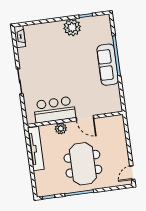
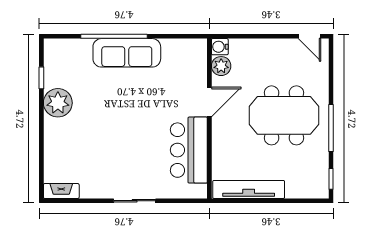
water cooler: (119, 120) -> (220, 47), added
plant: (61, 128) -> (221, 66), moved

